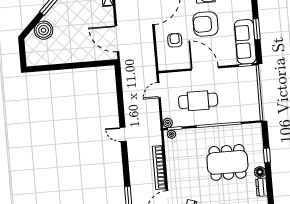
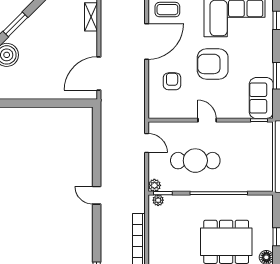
door: (117, 39) -> (99, 74), hinge flipped
sofa: (245, 42) -> (261, 98), width x0.73
door: (205, 68) -> (207, 120), width x0.53
door: (159, 90) -> (147, 143), swing flipped

